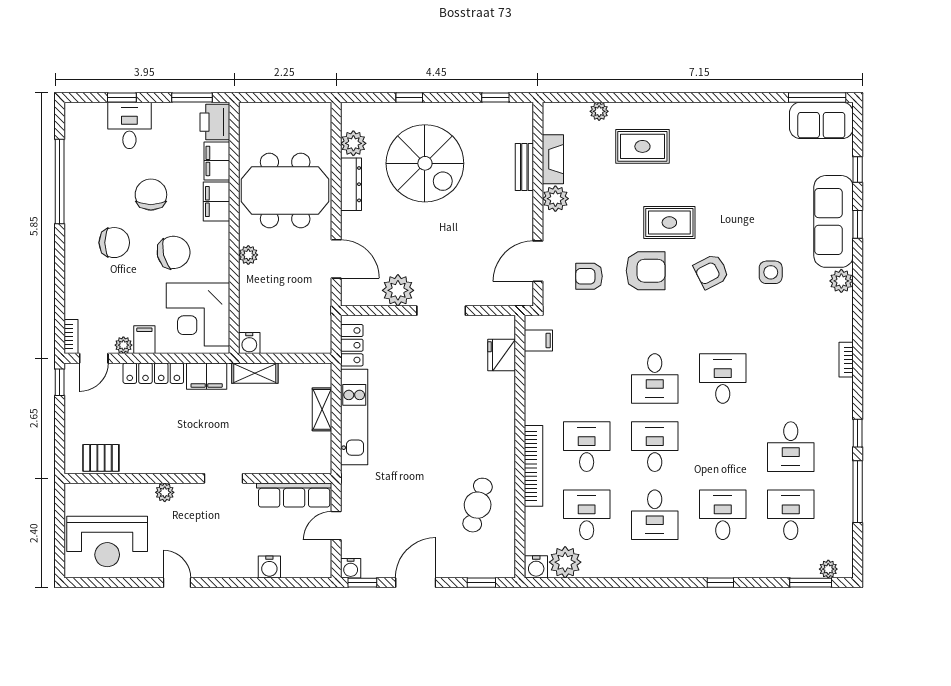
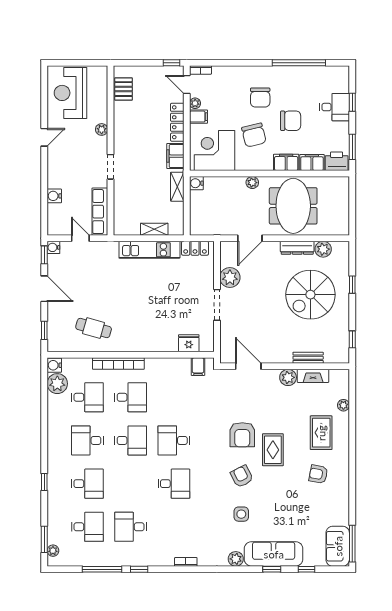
armchair: (589, 276) -> (318, 474), moved, turned -79

